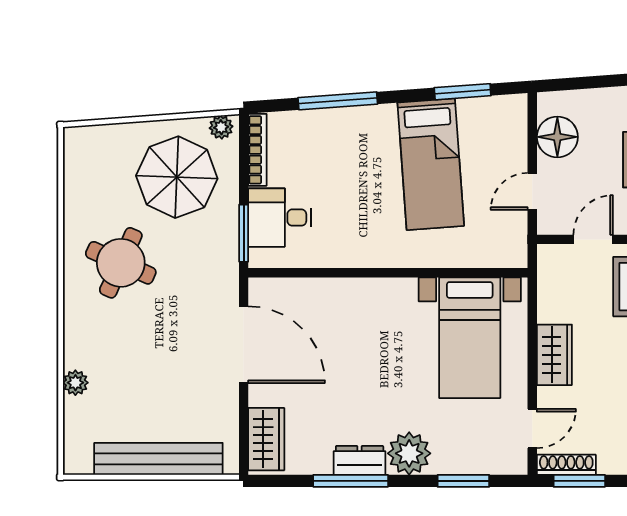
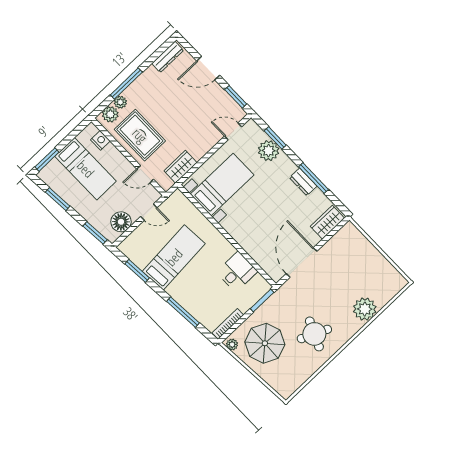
window: (578, 83) -> (95, 233), added
desk: (280, 218) -> (237, 272), moved, turned -90
wardrobe: (554, 355) -> (180, 167), moved
plant: (75, 383) -> (365, 309), width x1.88, depth x1.88
plant: (409, 453) -> (269, 151), moved
bench: (158, 459) -> (371, 254), removed
shoe rack: (566, 465) -> (234, 107), removed

